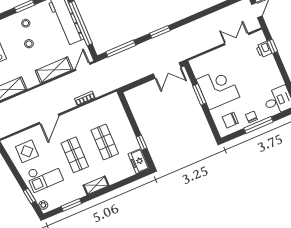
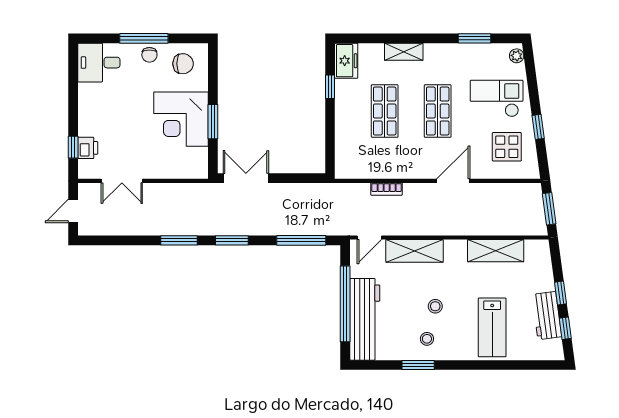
window: (190, 19) -> (179, 240), added
shelving: (96, 185) -> (404, 52), moved
window: (29, 196) -> (538, 127), moved

